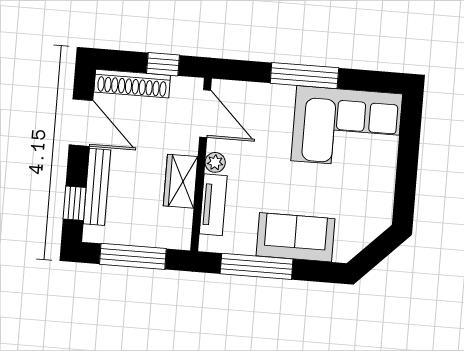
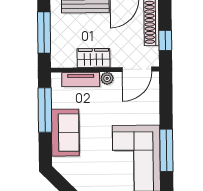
window: (304, 76) -> (166, 150), moved

